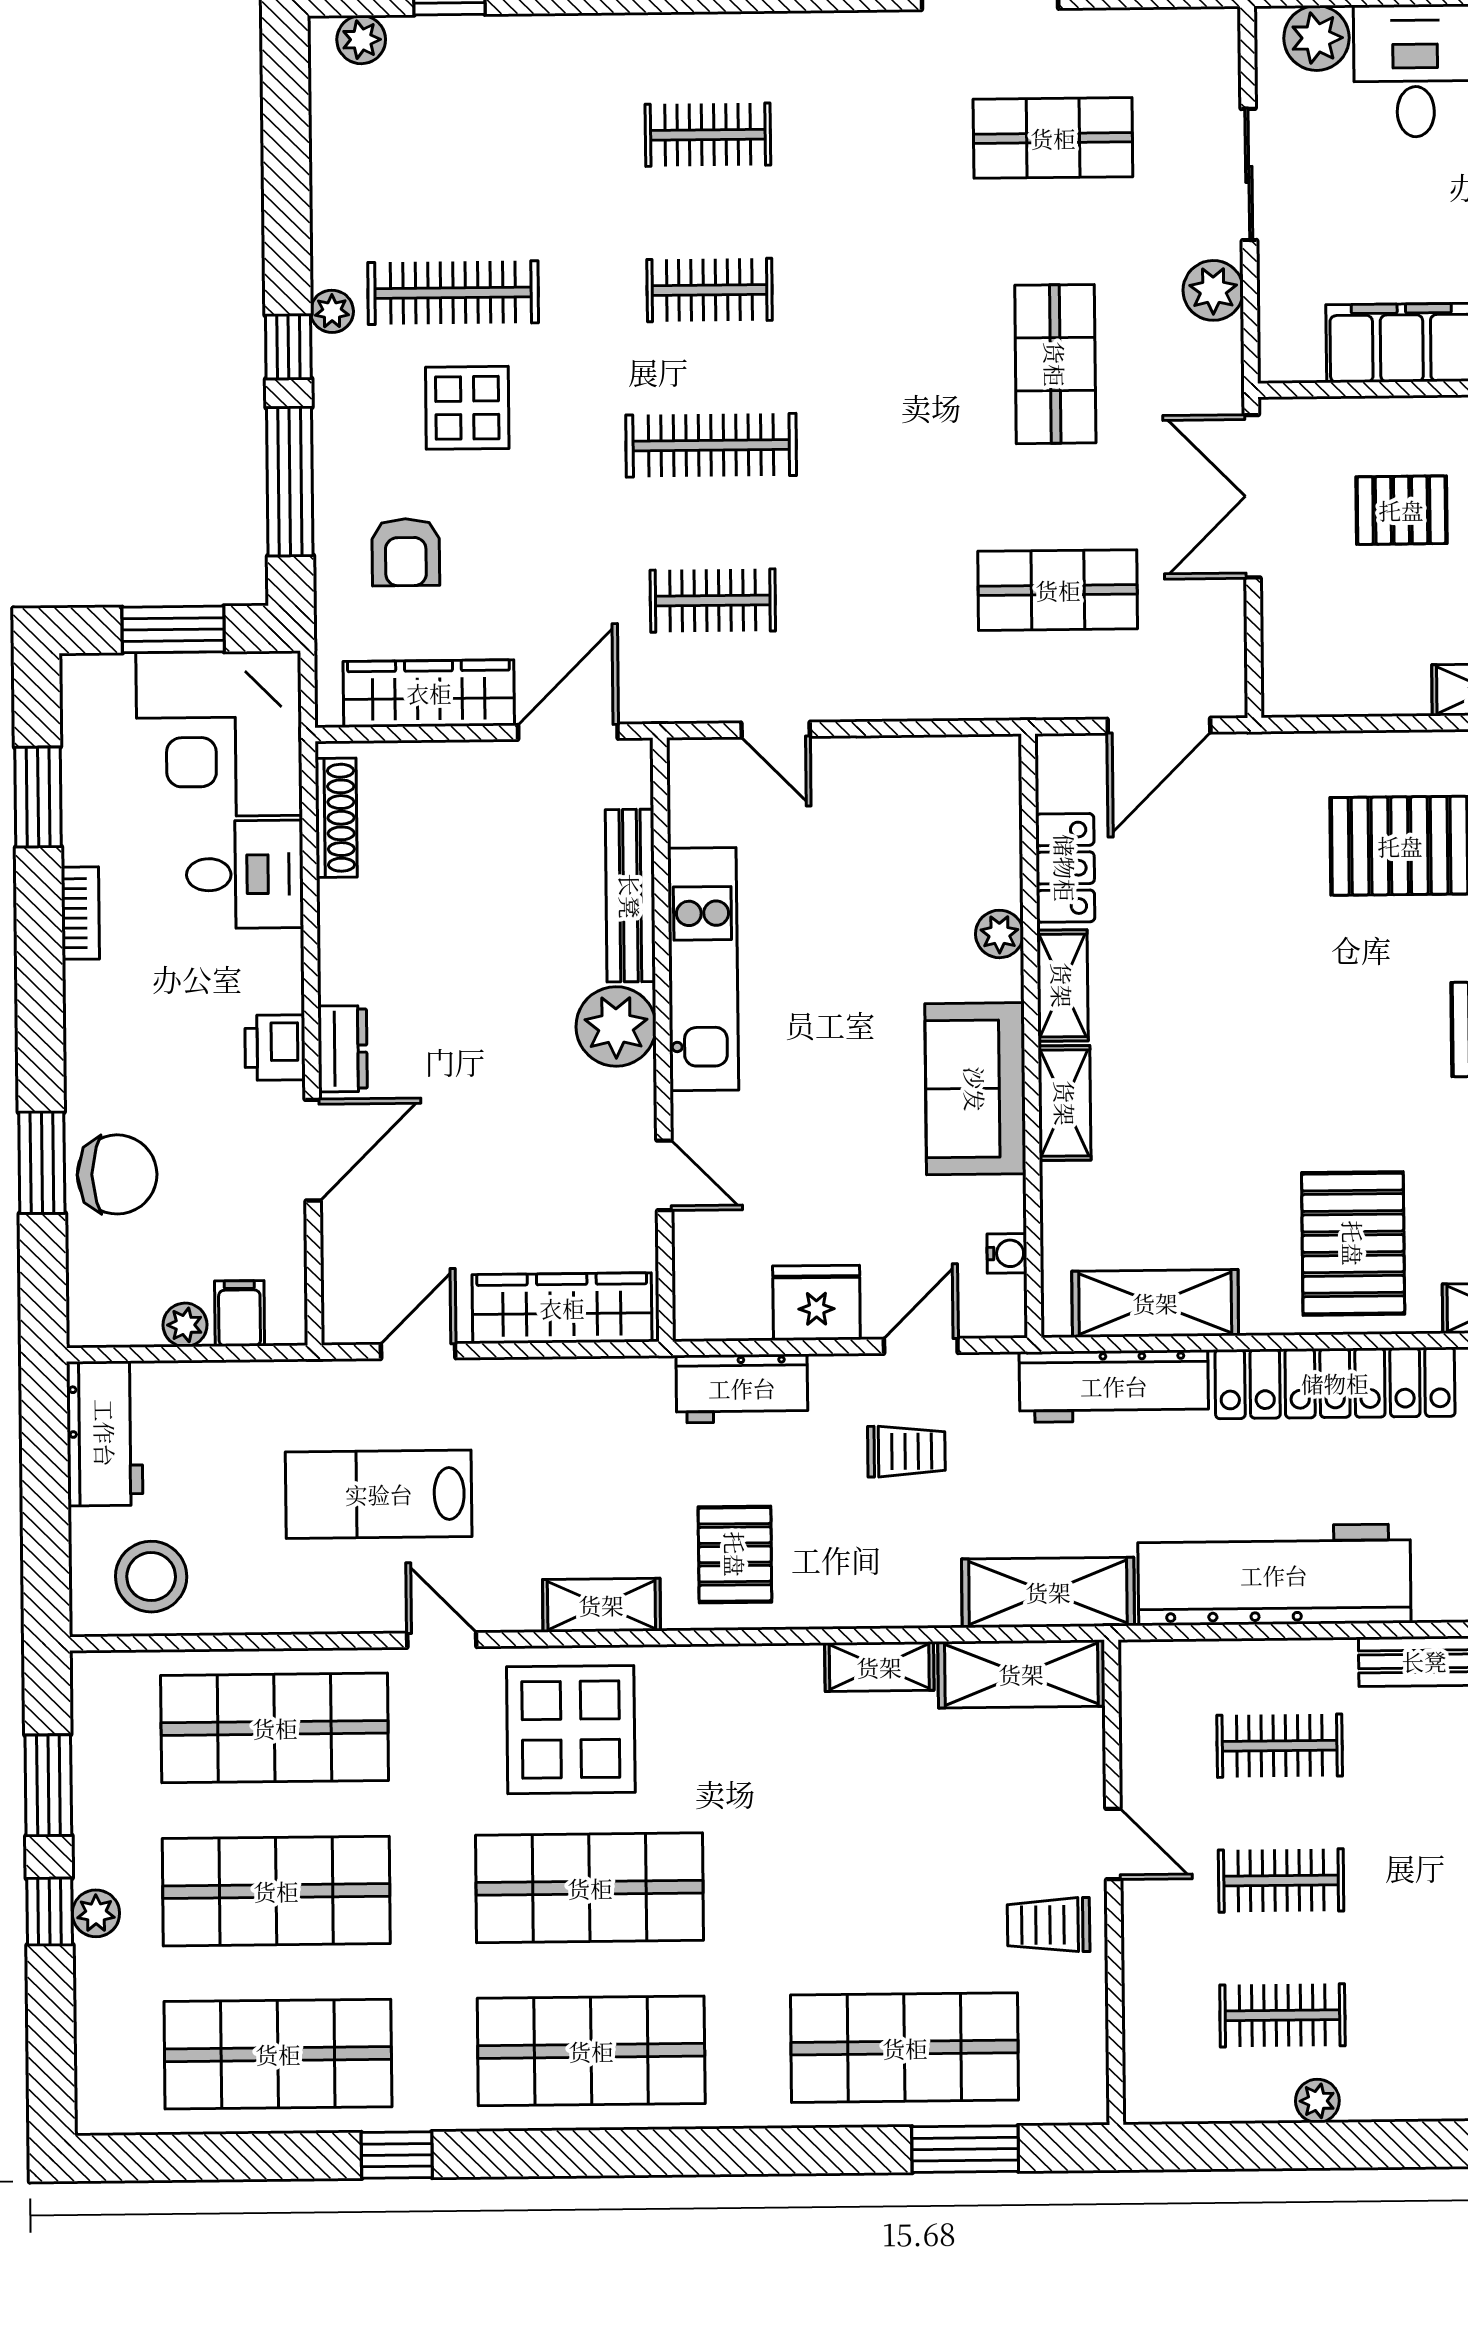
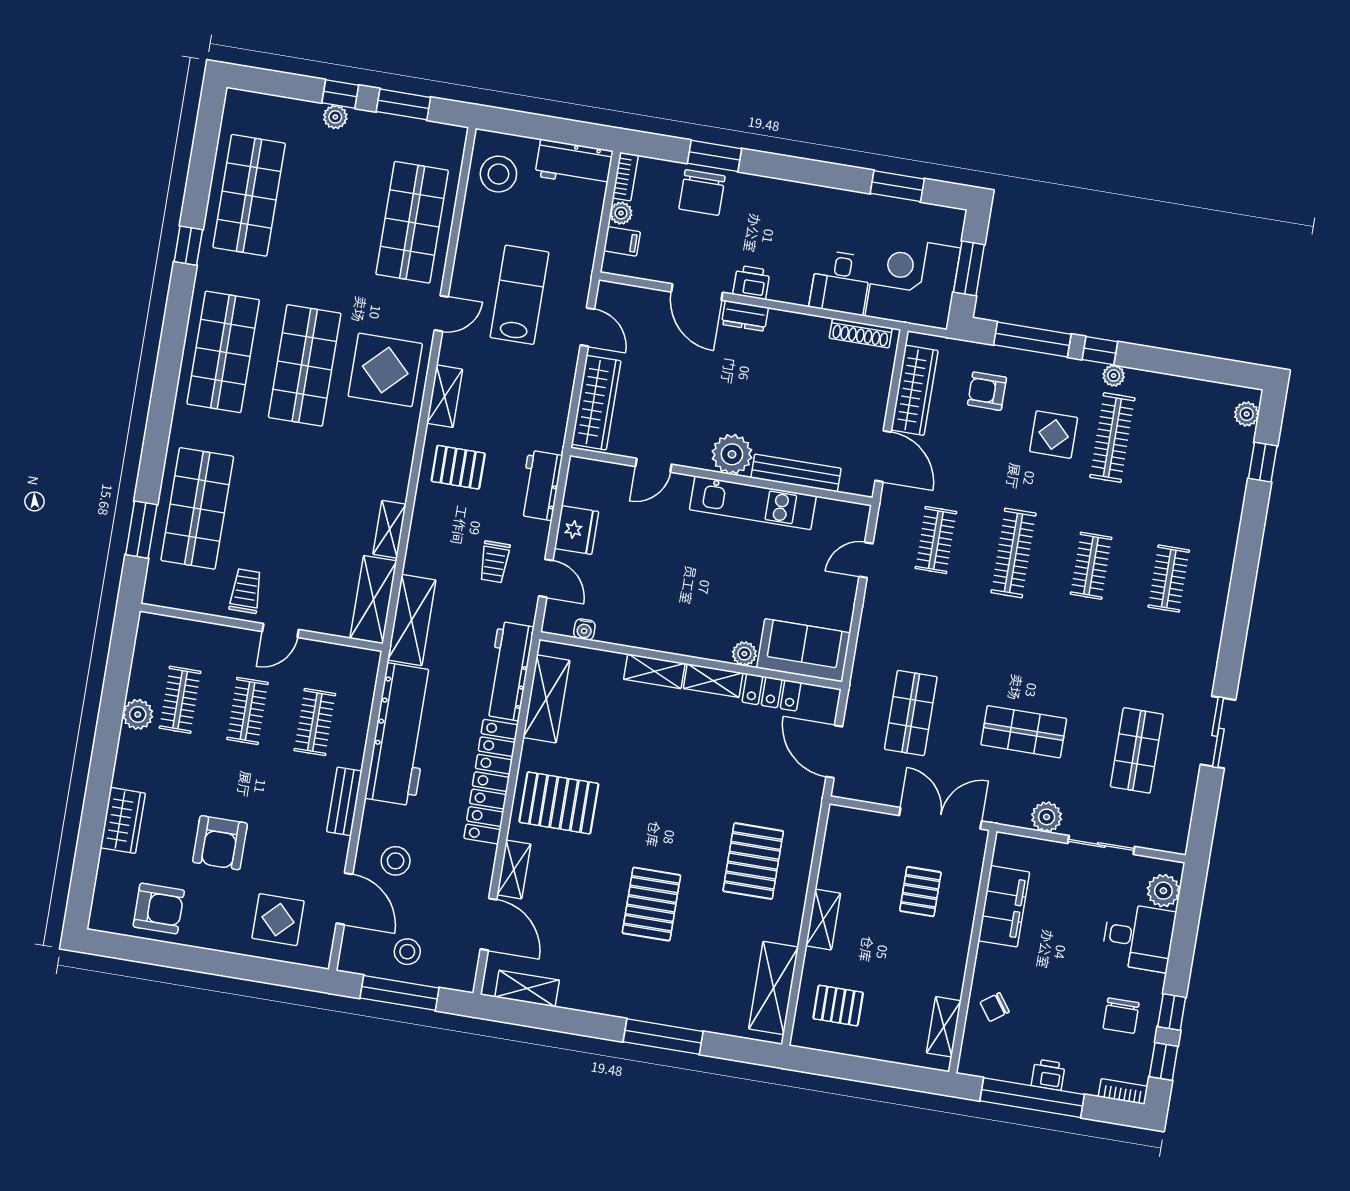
bookcase: (80, 913) -> (625, 177), moved, turned -90
sofa: (975, 1089) -> (804, 650), moved
shop shelf: (276, 1891) -> (331, 209), removed
plant: (1317, 2101) -> (138, 714), width x1.38, depth x1.38

